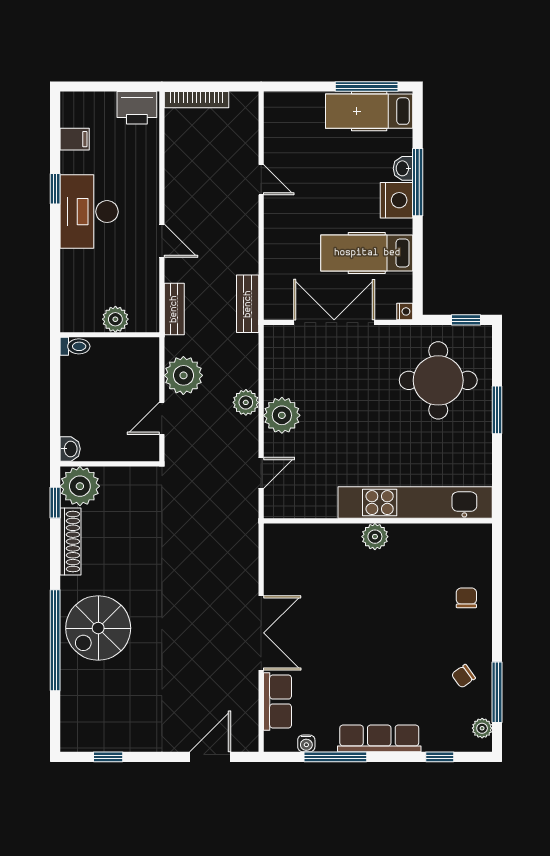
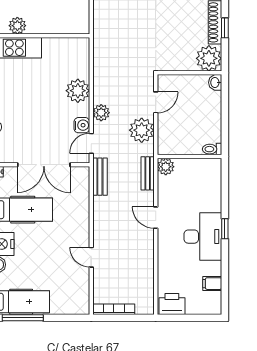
bookcase: (197, 100) -> (114, 309), moved
window: (55, 189) -> (225, 229), moved
plant: (115, 319) -> (166, 167), moved
water cooler: (276, 383) -> (82, 125), added
plant: (282, 415) -> (78, 91), moved
door: (261, 473) -> (91, 143), moved
window: (55, 503) -> (225, 28), moved

